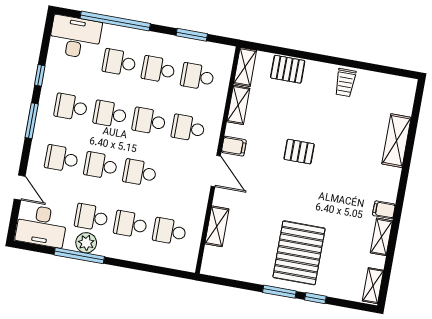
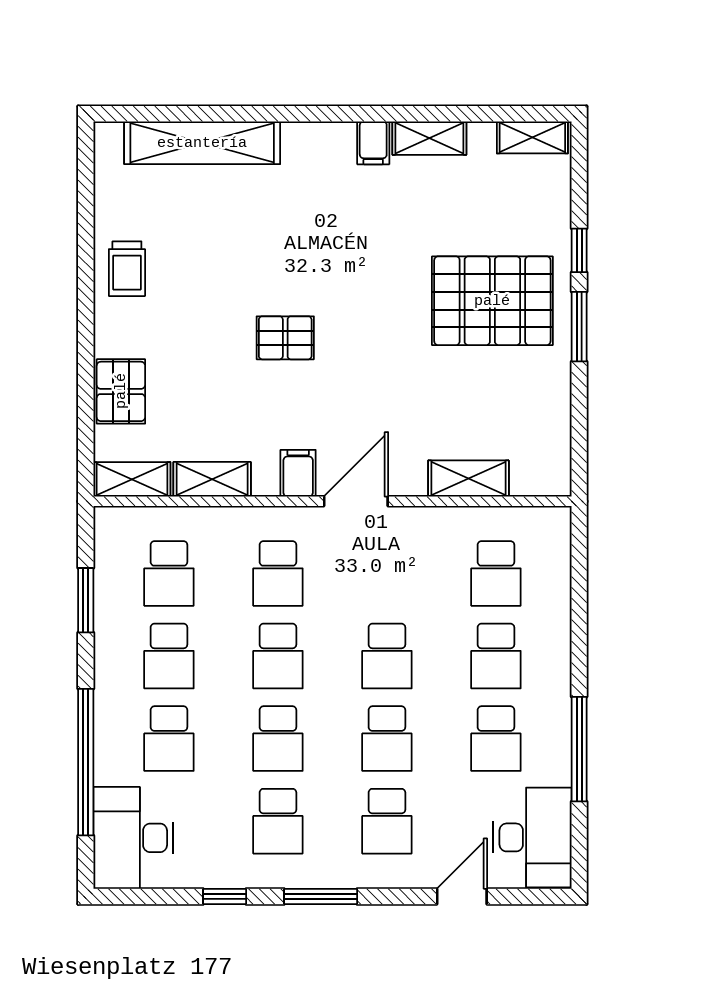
trolley: (345, 83) -> (127, 269), turned 90
shelving: (396, 141) -> (202, 143), width x1.47
pallet: (299, 152) -> (285, 338), turned 90
plant: (86, 243) -> (550, 740), removed

